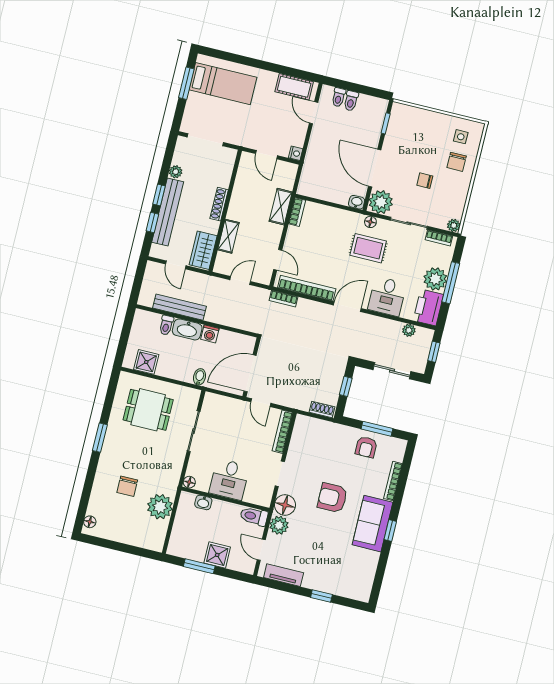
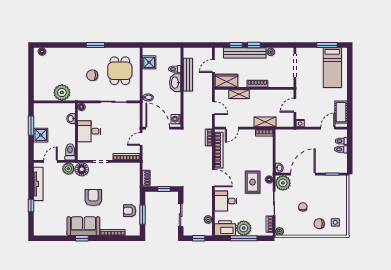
washing machine: (210, 334) -> (176, 119), moved
chair: (127, 486) -> (92, 75), moved
tv unit: (284, 575) -> (38, 184), width x1.41

